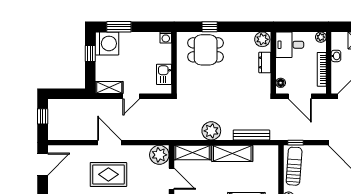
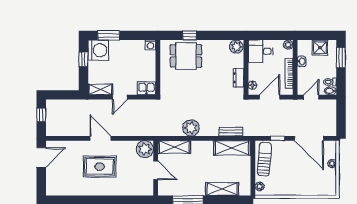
dresser: (265, 63) -> (239, 78), moved
kitchen sink: (164, 74) -> (147, 88), moved, turned 90
door: (300, 96) -> (270, 97), swing flipped
bench: (251, 135) -> (231, 132), width x0.73
window: (296, 143) -> (278, 138), moved
shelving: (232, 153) -> (232, 148), moved

